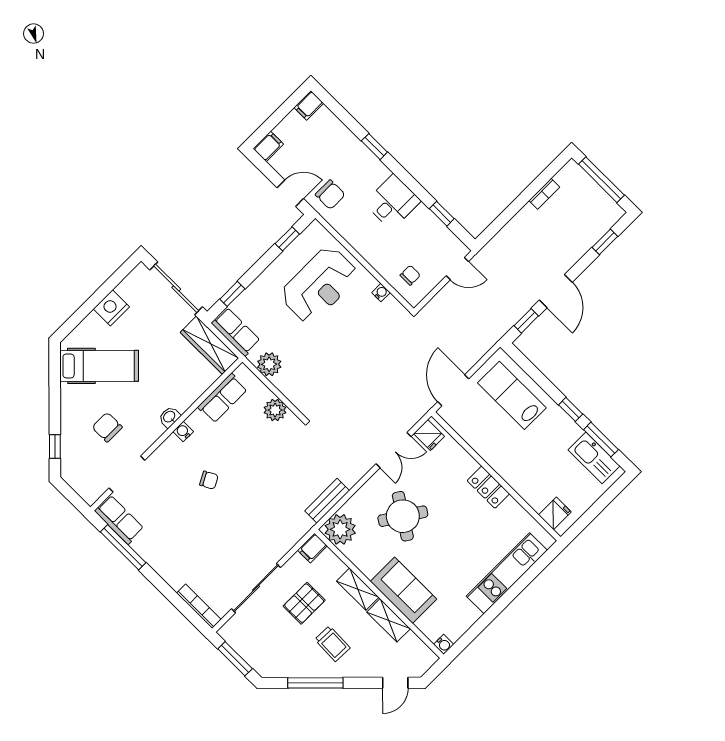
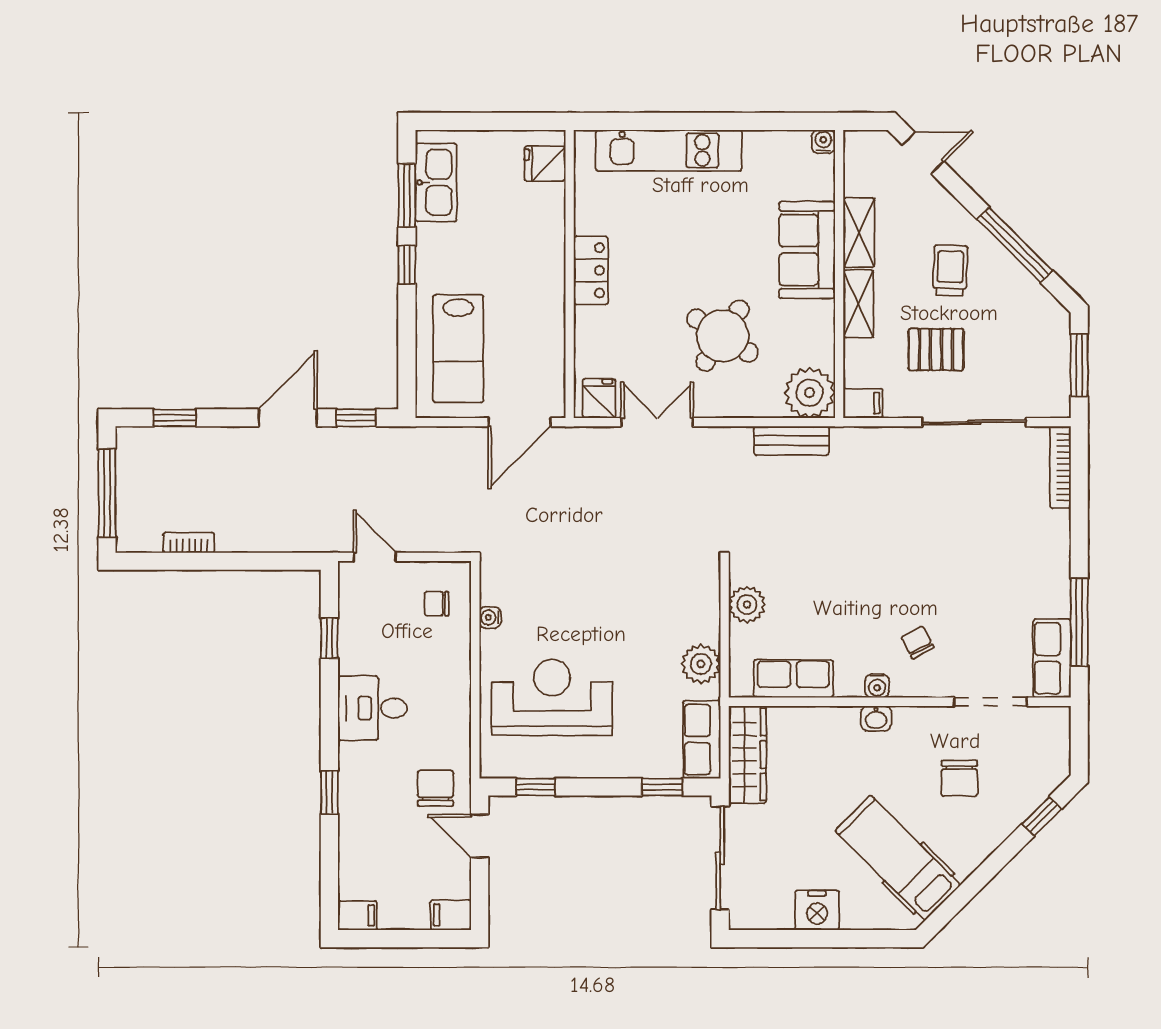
chair: (209, 480) -> (918, 642), moved

